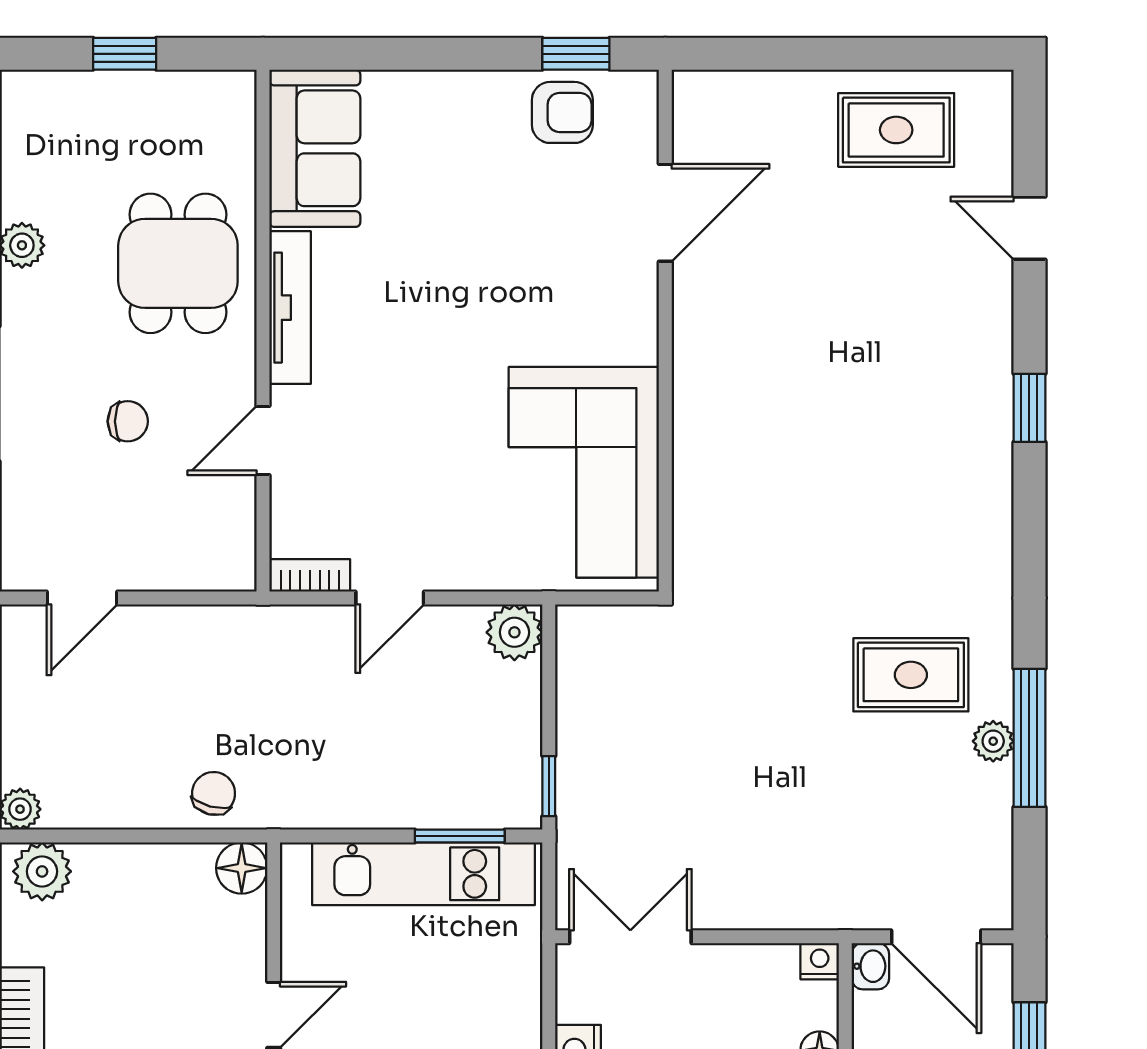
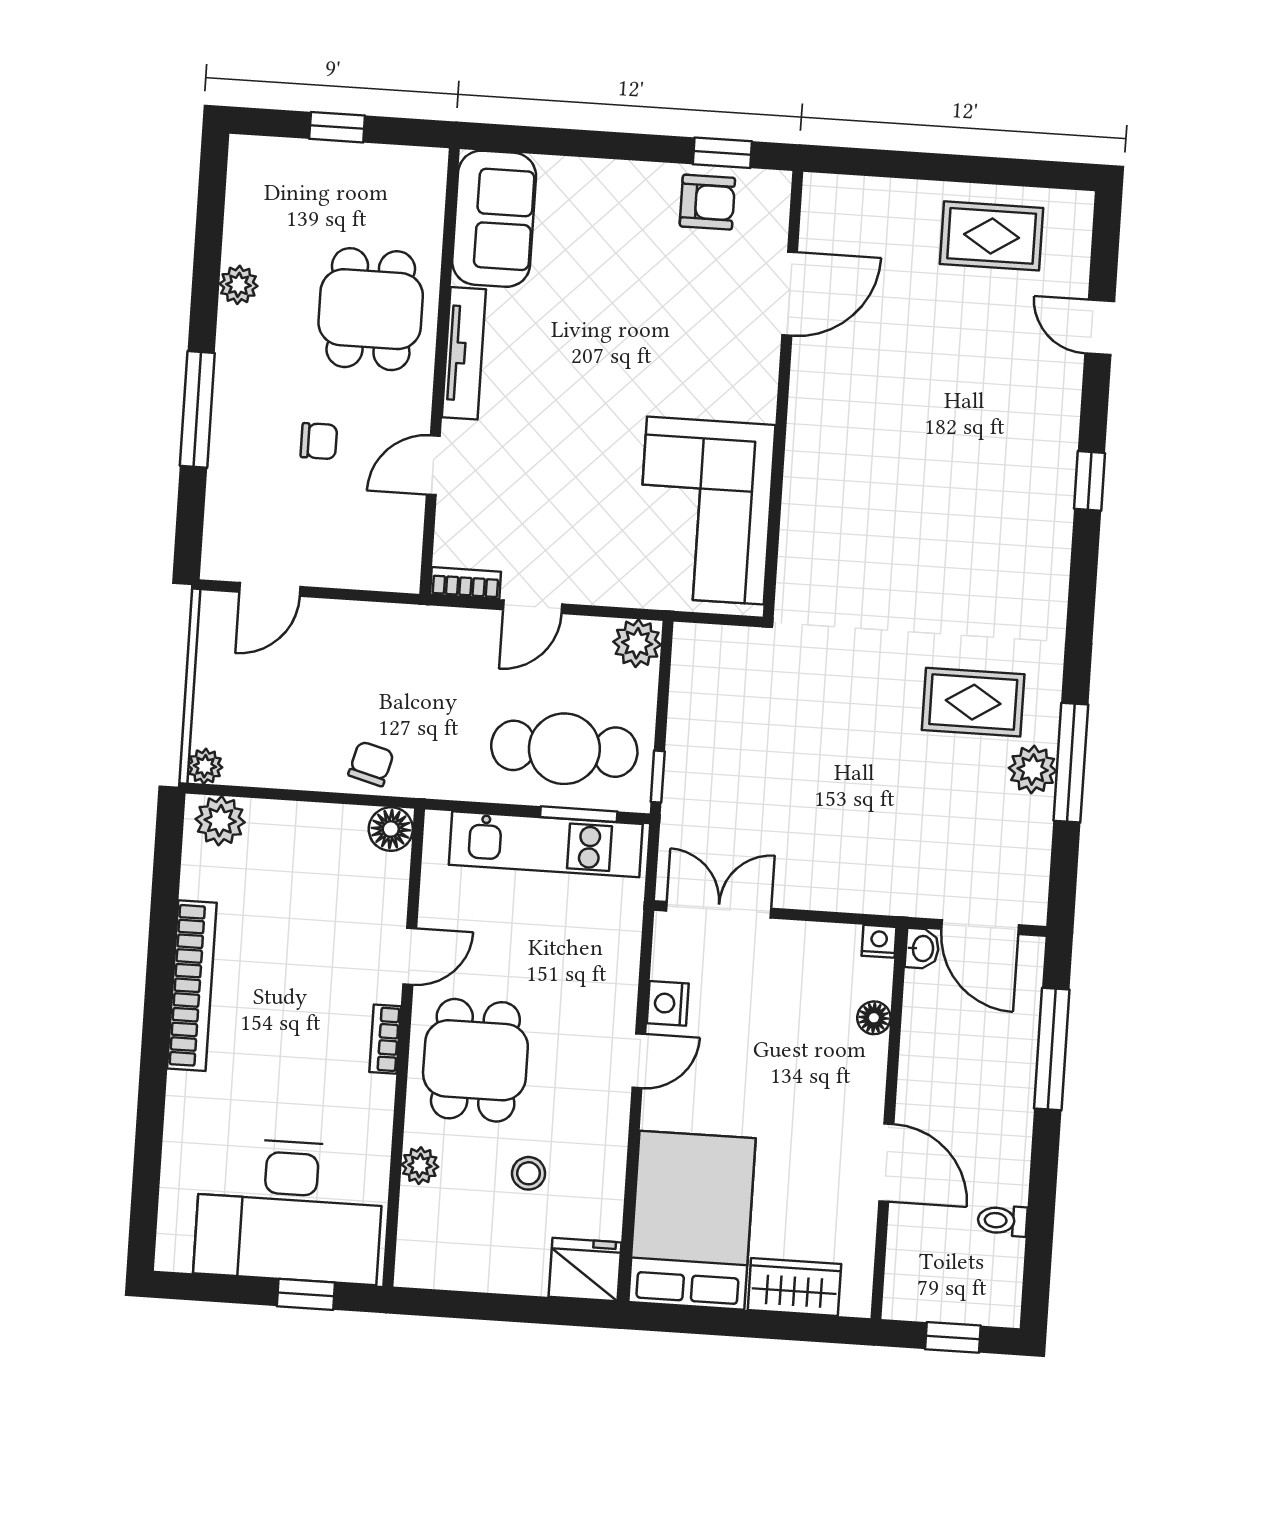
plant: (993, 741) -> (1033, 769), width x1.38, depth x1.38
cafe table: (438, 761) -> (564, 749), added

